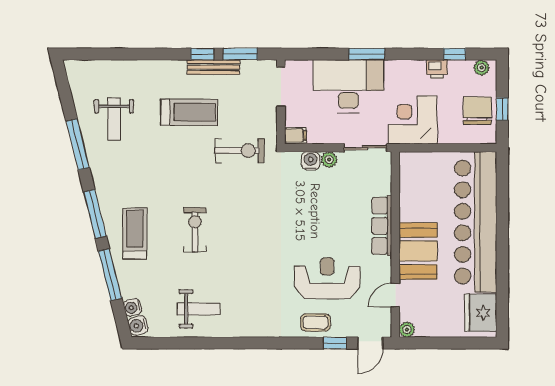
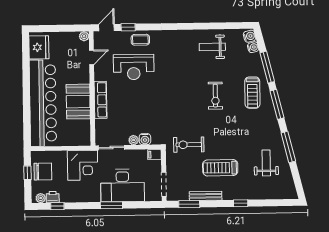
window: (202, 54) -> (241, 203), moved
printer: (437, 69) -> (53, 197), moved
chair: (477, 111) -> (43, 172), turned -90
booth: (418, 251) -> (78, 102), moved

